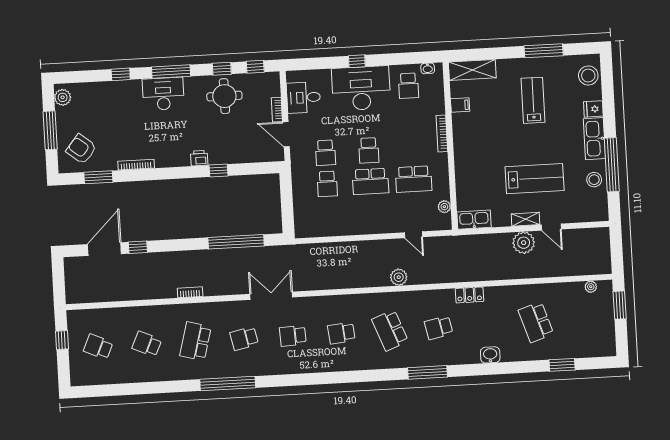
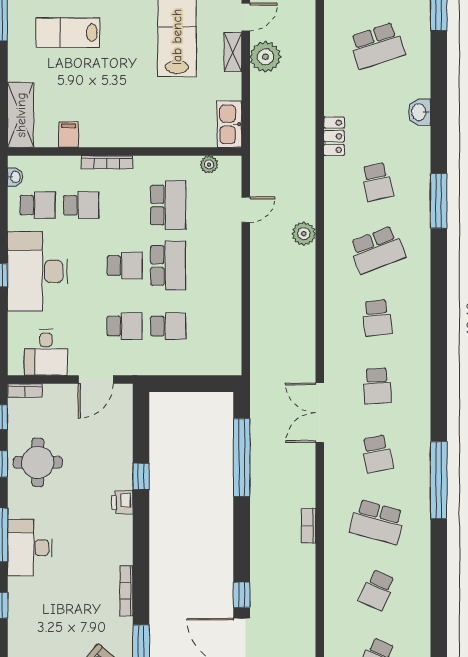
bookcase: (277, 110) -> (25, 390), moved
school desk: (410, 117) -> (81, 205), added

